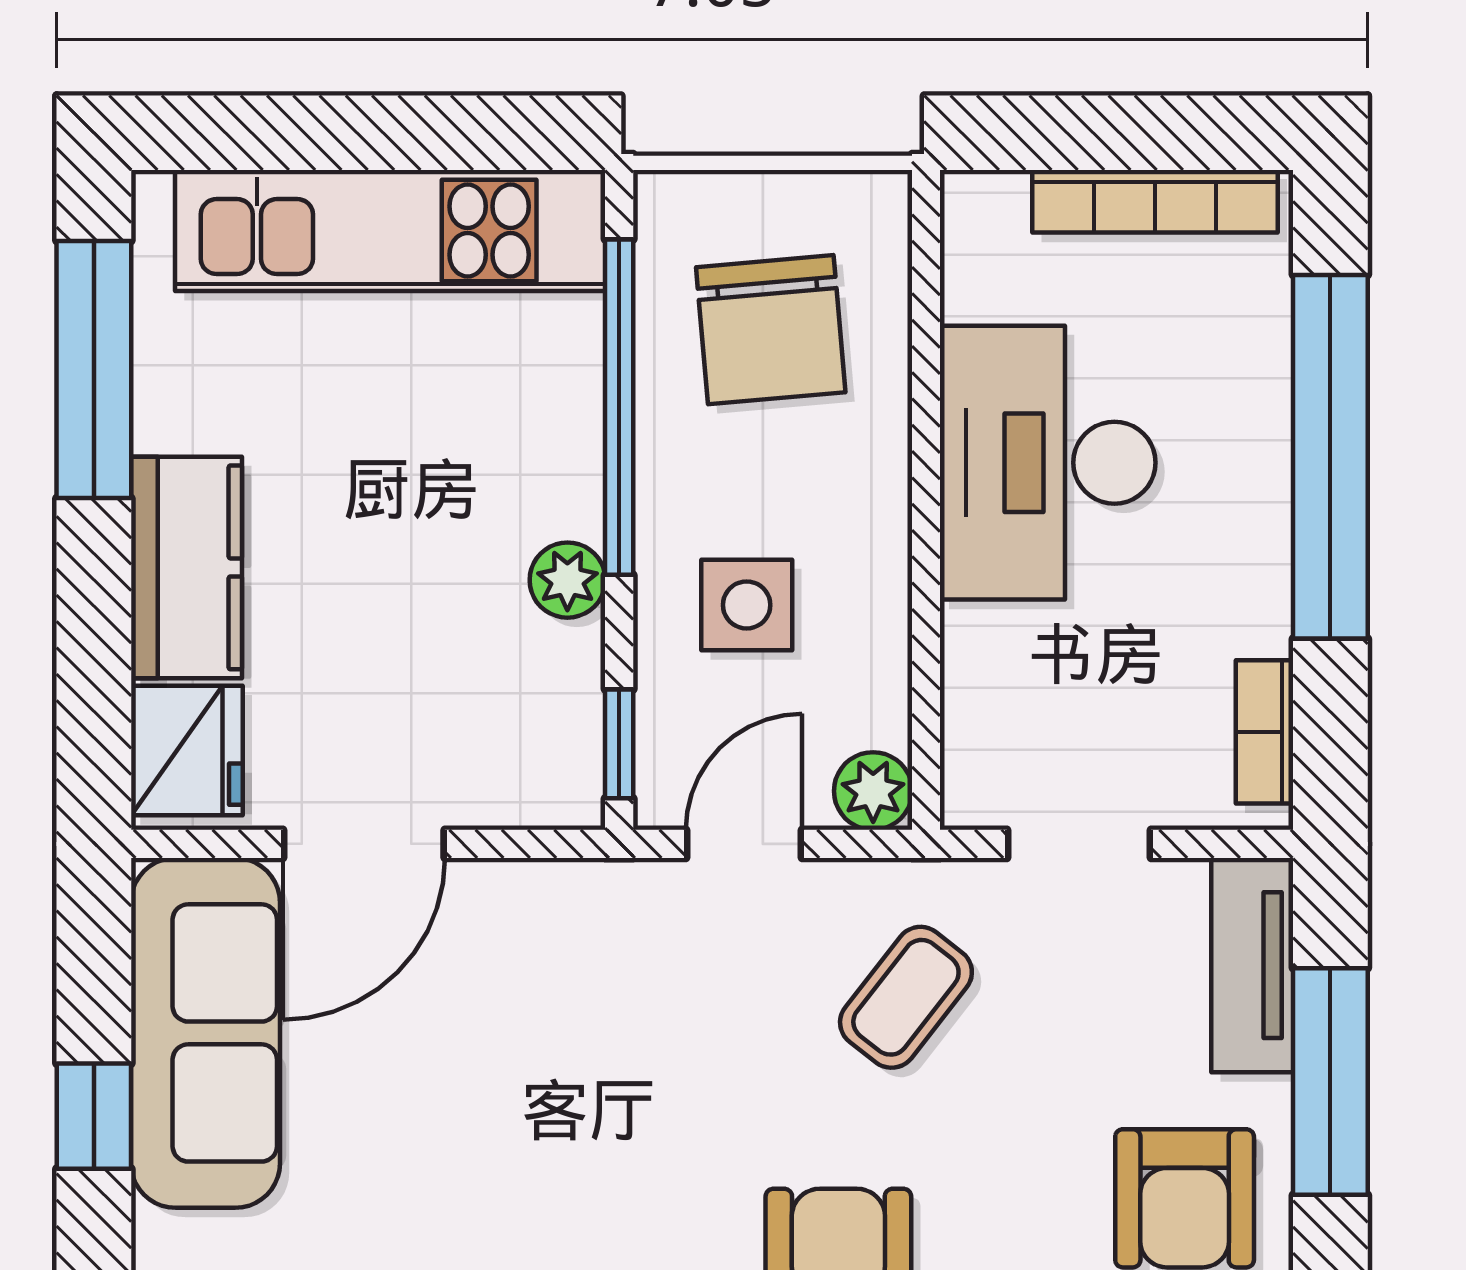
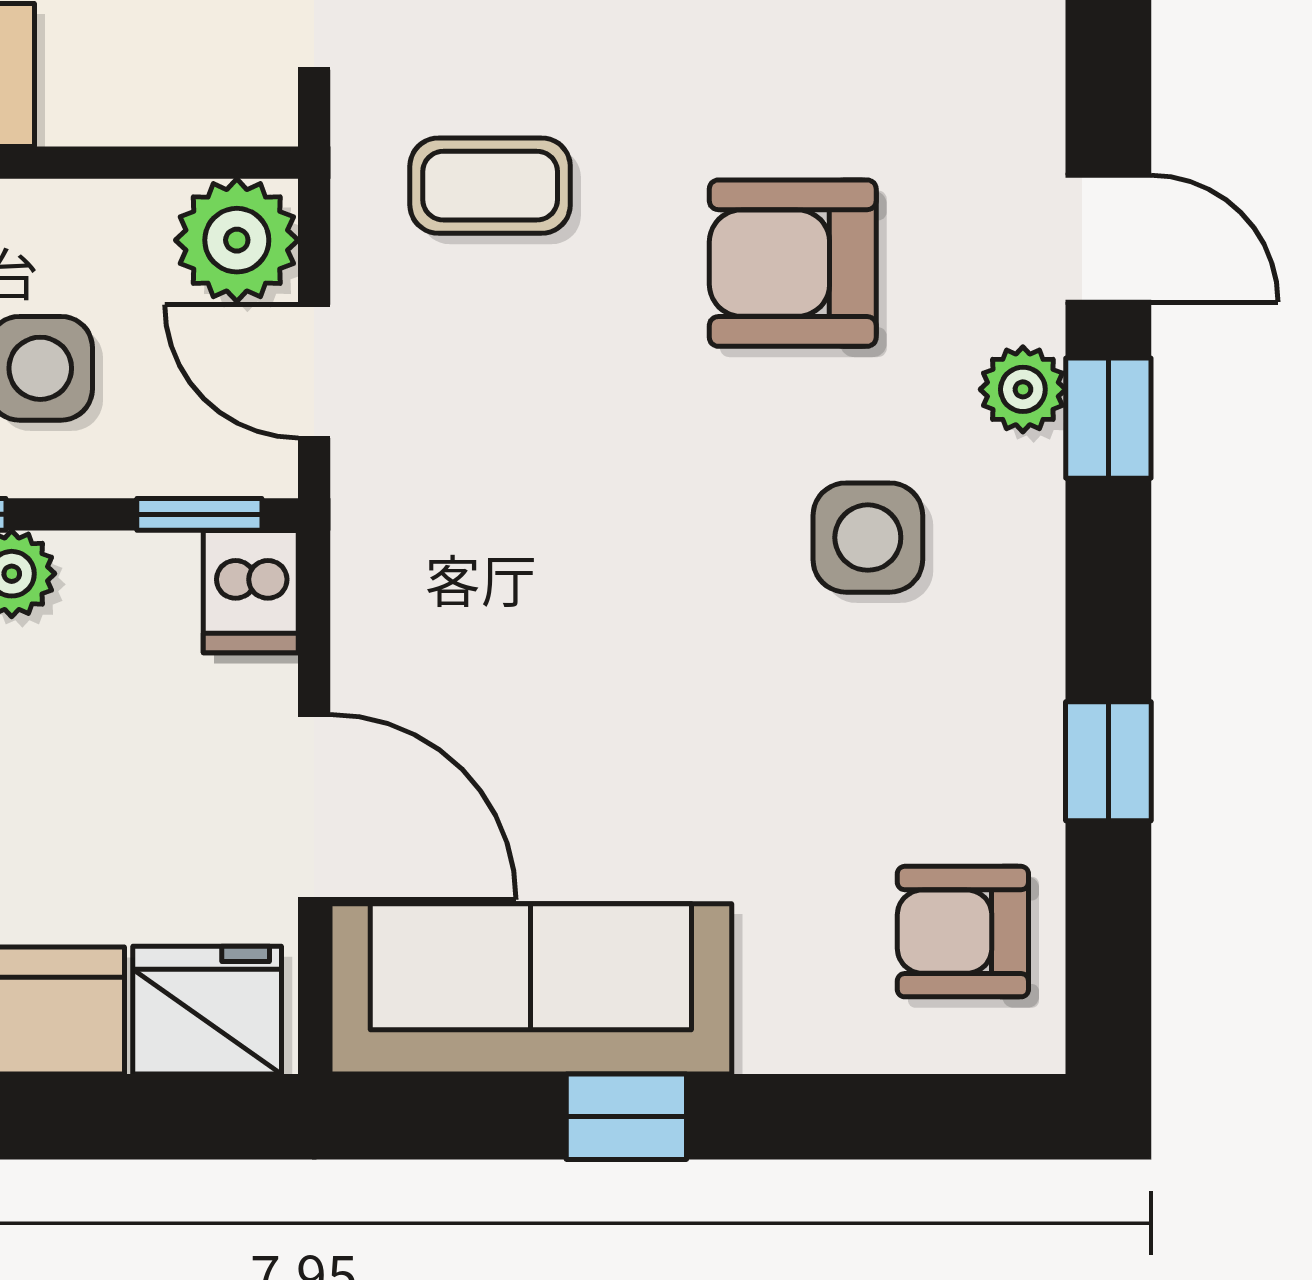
dishwasher: (552, 789) -> (251, 592), added
plant: (873, 791) -> (237, 240), width x1.38, depth x1.38
coffee table: (906, 997) -> (490, 186), turned -38

